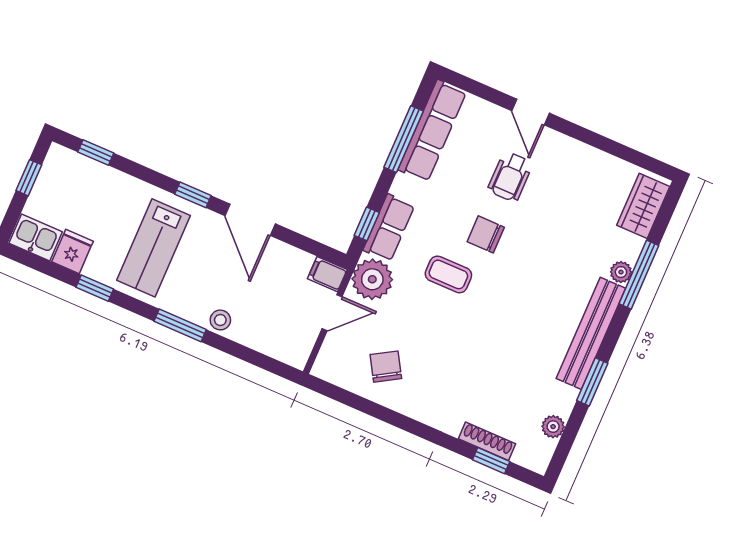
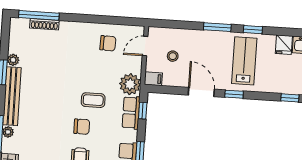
window: (95, 288) -> (253, 30), moved
door: (332, 313) -> (145, 46), moved
stool: (220, 320) -> (173, 56), moved
chair: (386, 367) -> (108, 43), turned -57
plant: (553, 427) -> (13, 60), moved
window: (491, 461) -> (39, 15), width x2.17

